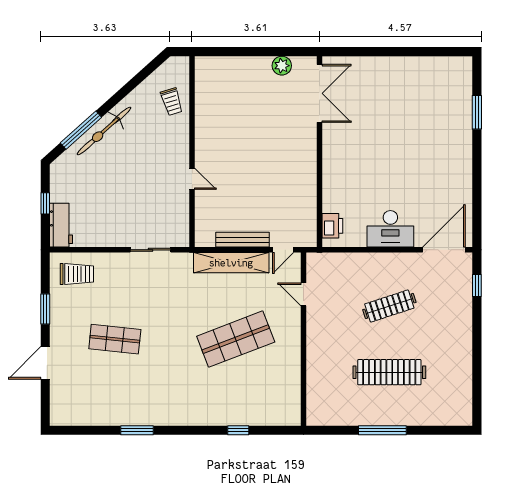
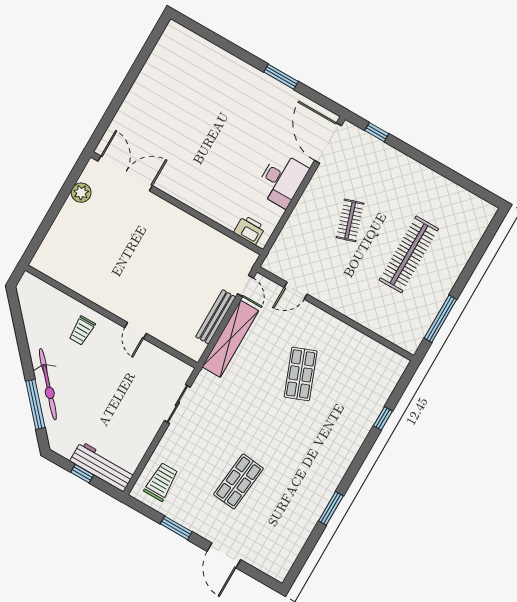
trolley: (172, 102) -> (82, 331), moved, turned 107
window: (477, 112) -> (281, 77), moved
door: (192, 179) -> (136, 330), swing flipped
workbench: (61, 225) -> (102, 466), width x1.38
clothes rail: (389, 306) -> (350, 220), width x0.73
shop shelf: (236, 339) -> (301, 374), width x0.70, depth x0.74
window: (382, 430) -> (440, 319), moved

